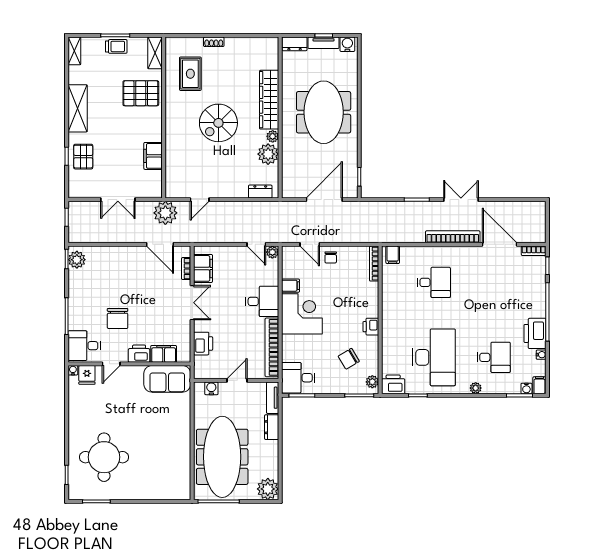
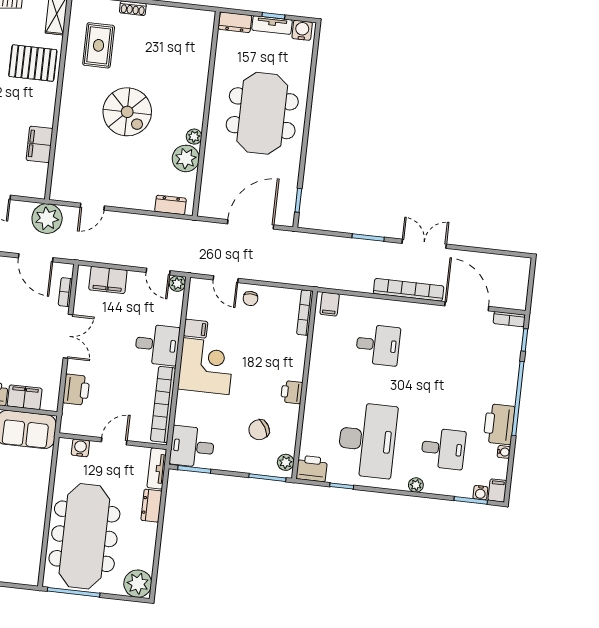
wardrobe: (269, 100) -> (195, 90), removed
spiral stairs: (218, 123) -> (127, 112), turned -90
filing cabinet: (203, 268) -> (108, 280), moved, turned 90

